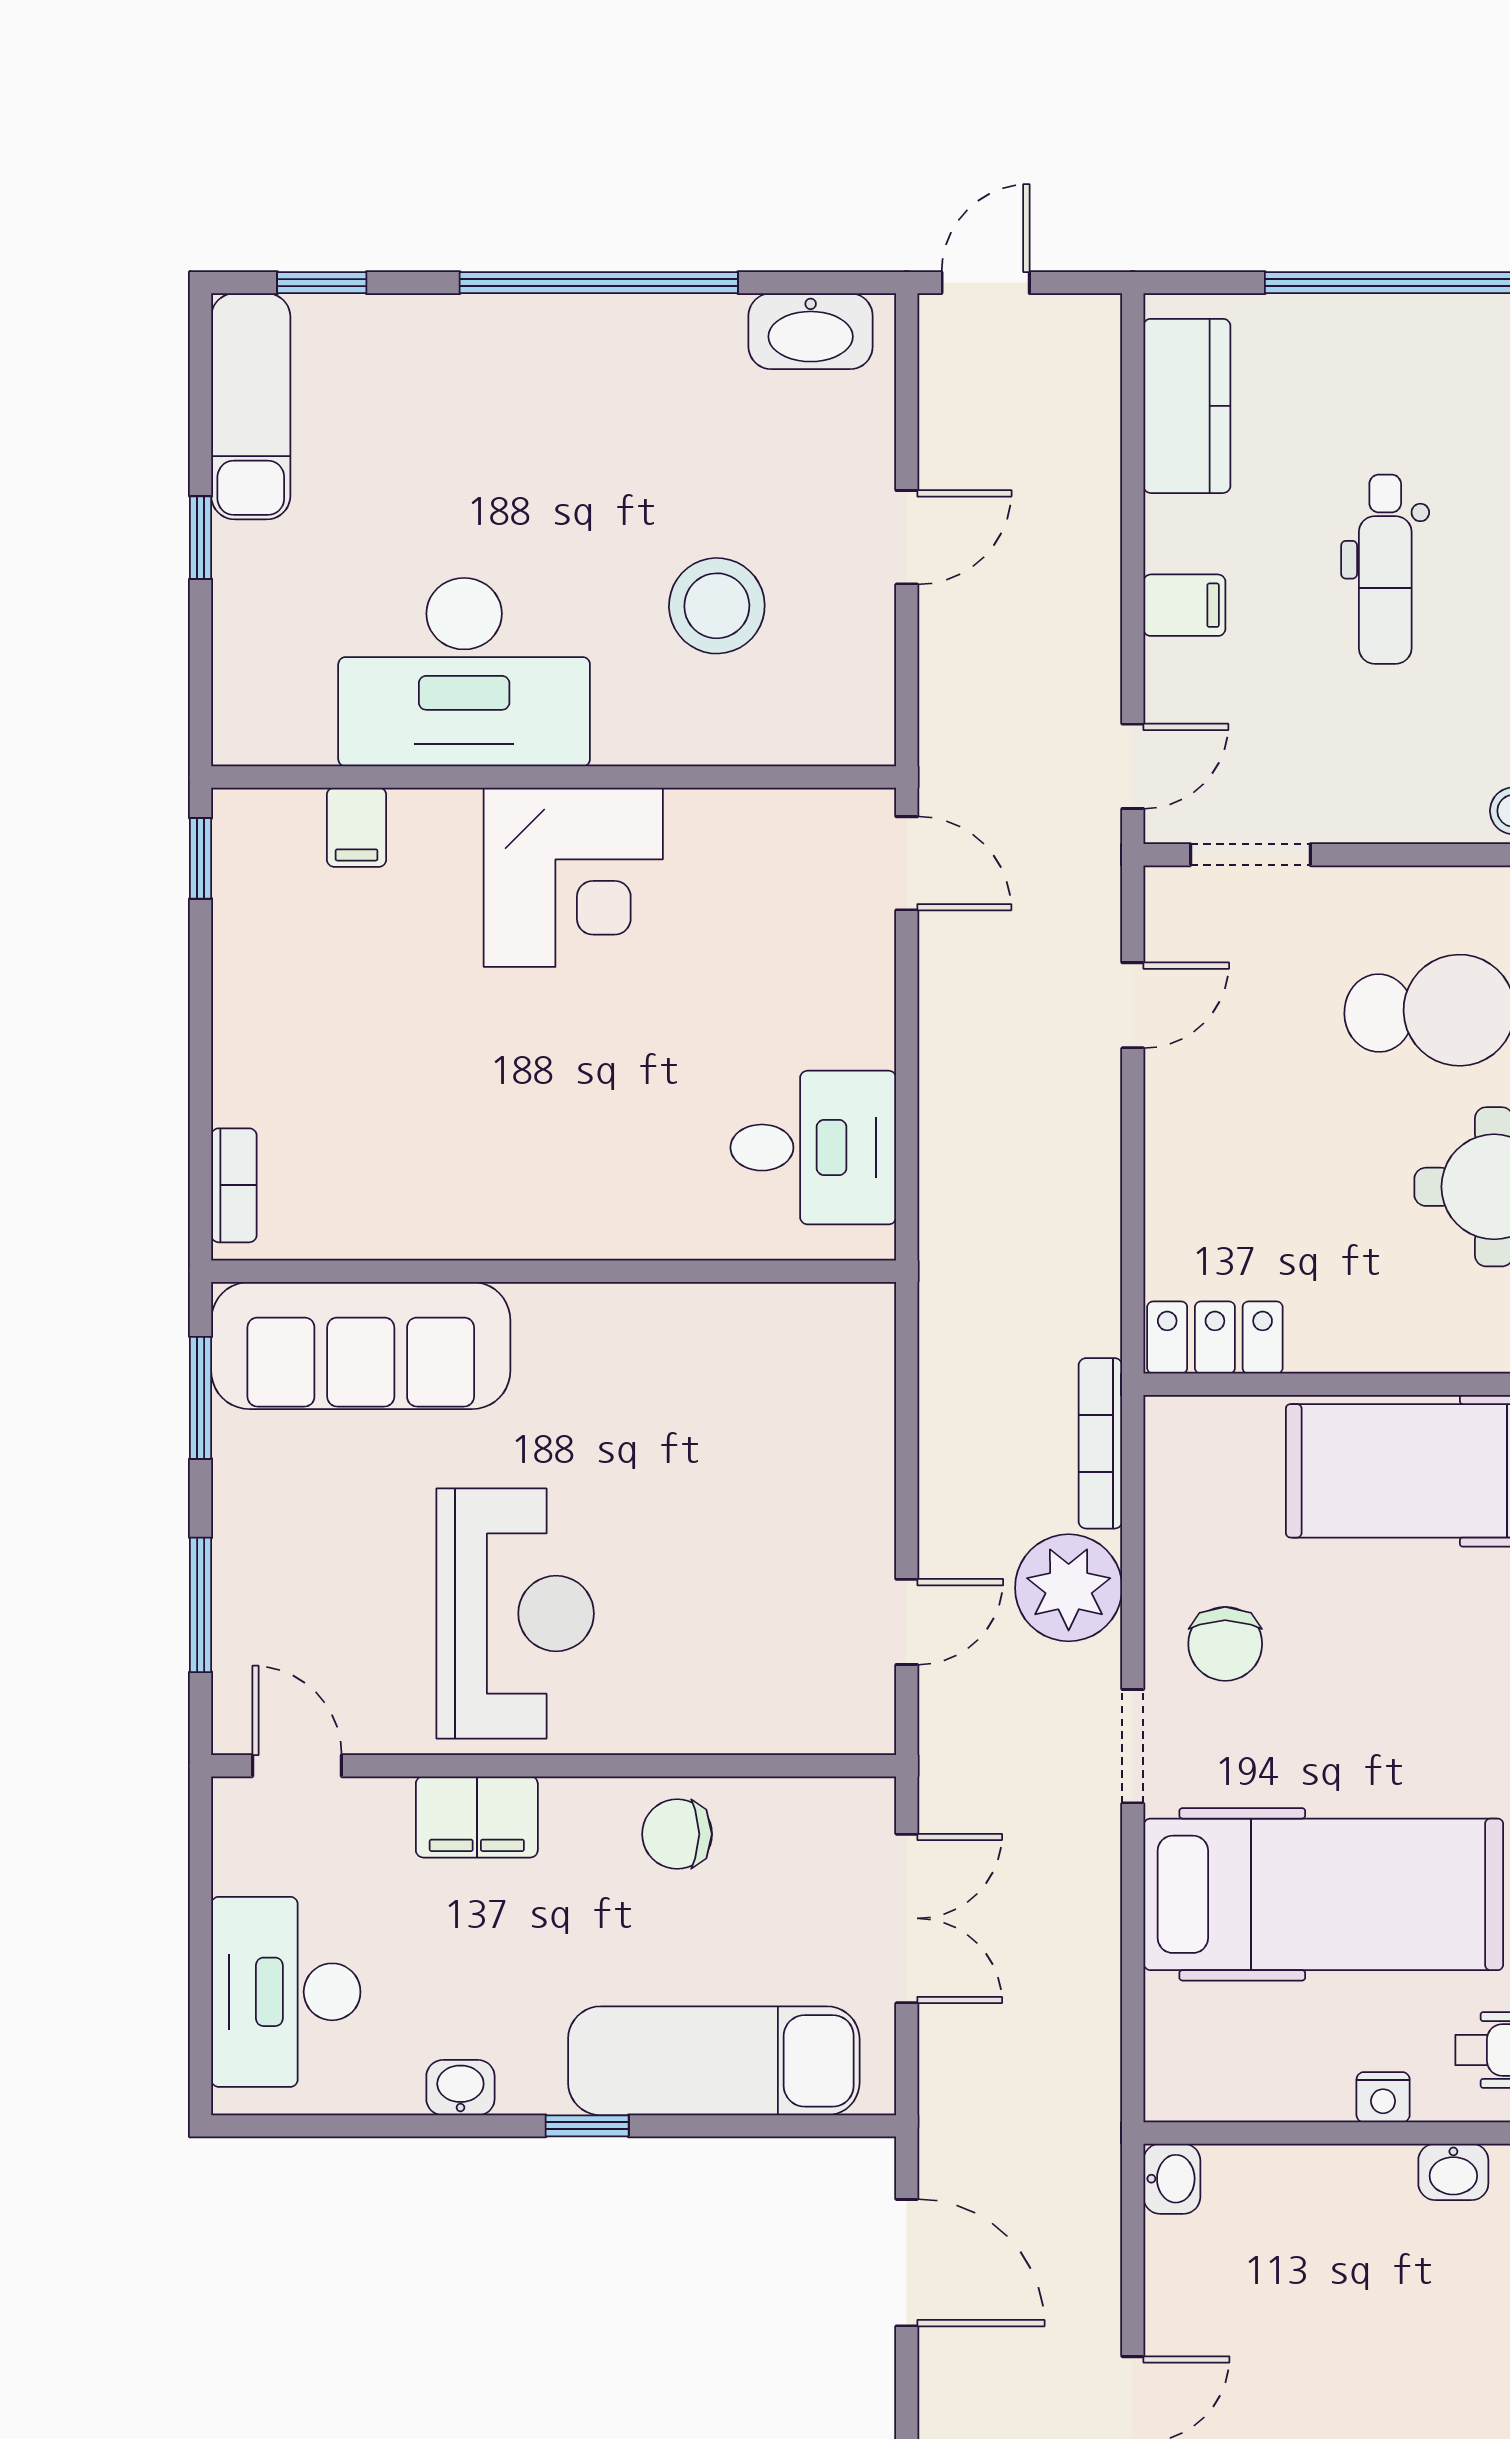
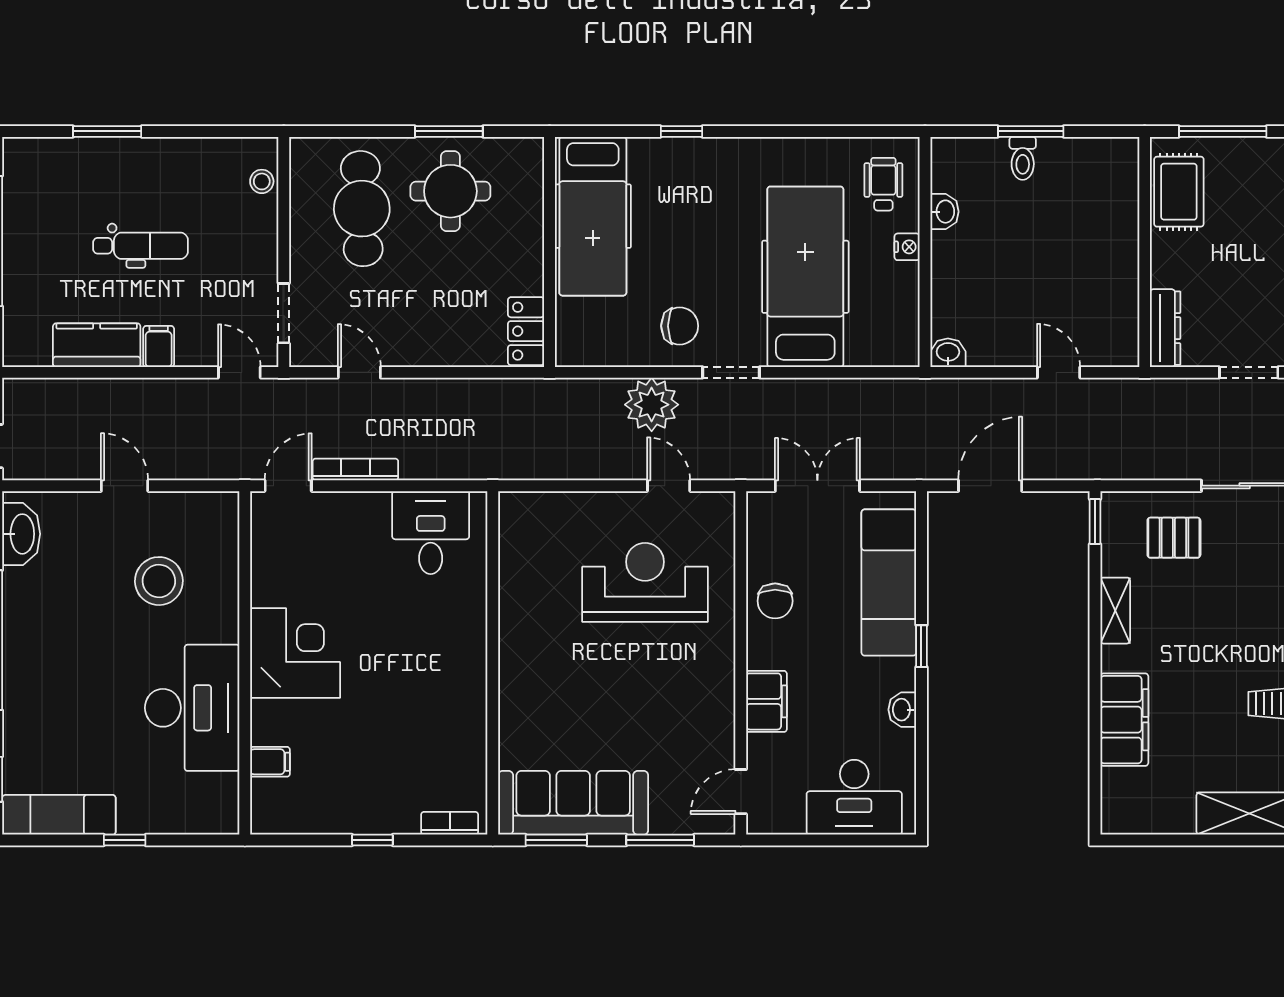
kitchen counter: (1187, 406) -> (97, 345), moved
window: (201, 858) -> (372, 840), moved
sofa: (361, 1346) -> (573, 803), moved, turned -90
bookcase: (1100, 1443) -> (355, 469), moved, turned 180
reception desk: (515, 1614) -> (645, 582), moved

